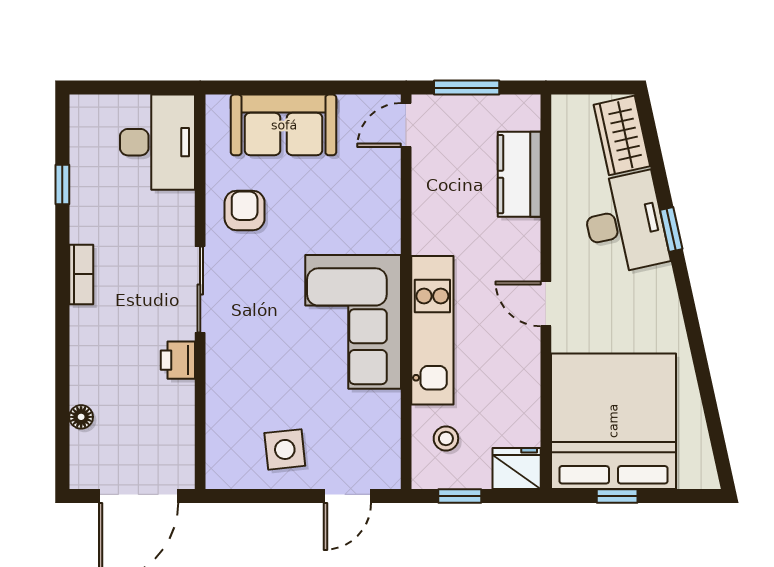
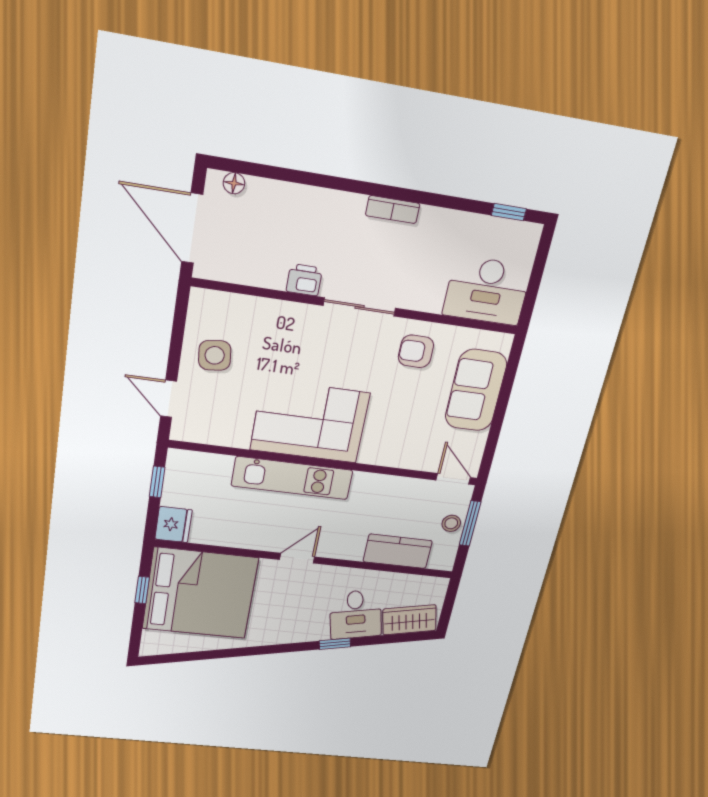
window: (62, 185) -> (509, 212), moved
armchair: (245, 210) -> (416, 351), turned 180
desk: (625, 223) -> (356, 614), width x0.73
floor lamp: (81, 417) -> (234, 183), moved
stool: (446, 439) -> (451, 523), moved

